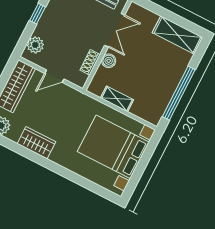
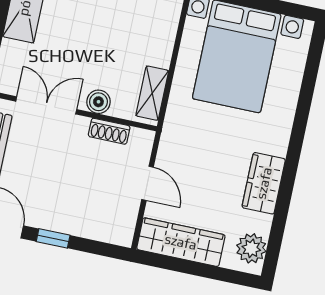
plant: (35, 45) -> (105, 228), removed
shelving: (117, 99) -> (152, 93), moved

